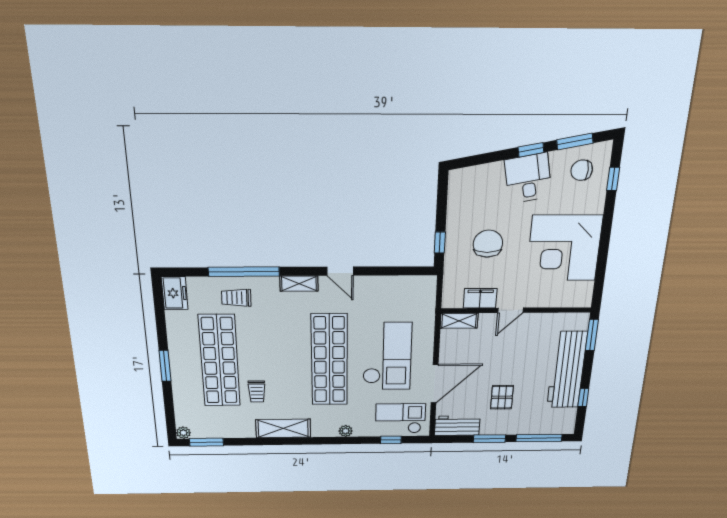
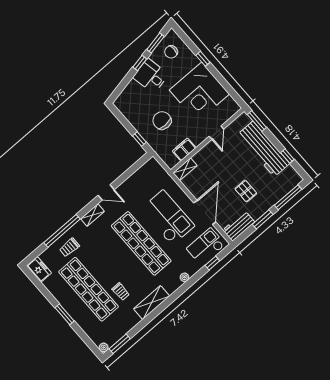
window: (613, 179) -> (203, 59), moved
door: (510, 310) -> (216, 133), moved

